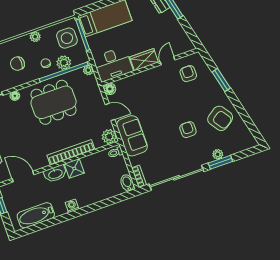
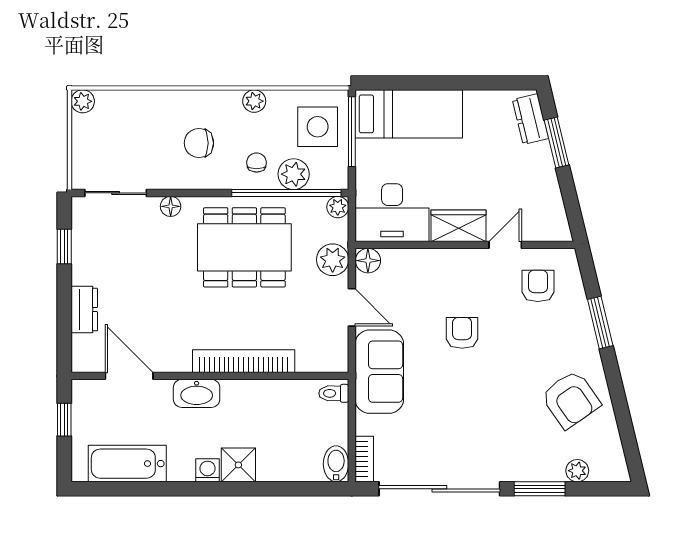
armchair: (188, 130) -> (462, 333), moved
plant: (109, 137) -> (333, 260), moved
plant: (218, 154) -> (577, 471), moved
shower: (74, 168) -> (238, 465), moved

